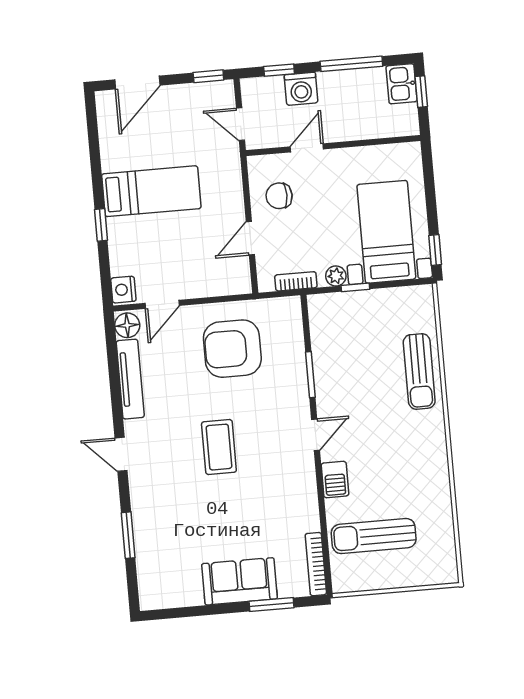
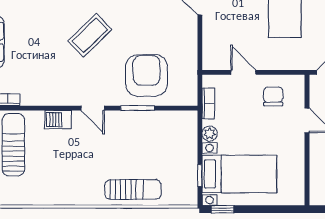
window: (355, 287) -> (200, 176), moved
armchair: (232, 349) -> (147, 75), moved
sun lounger: (419, 371) -> (133, 189), turned 180
coffee table: (219, 447) -> (90, 35), turned -44

